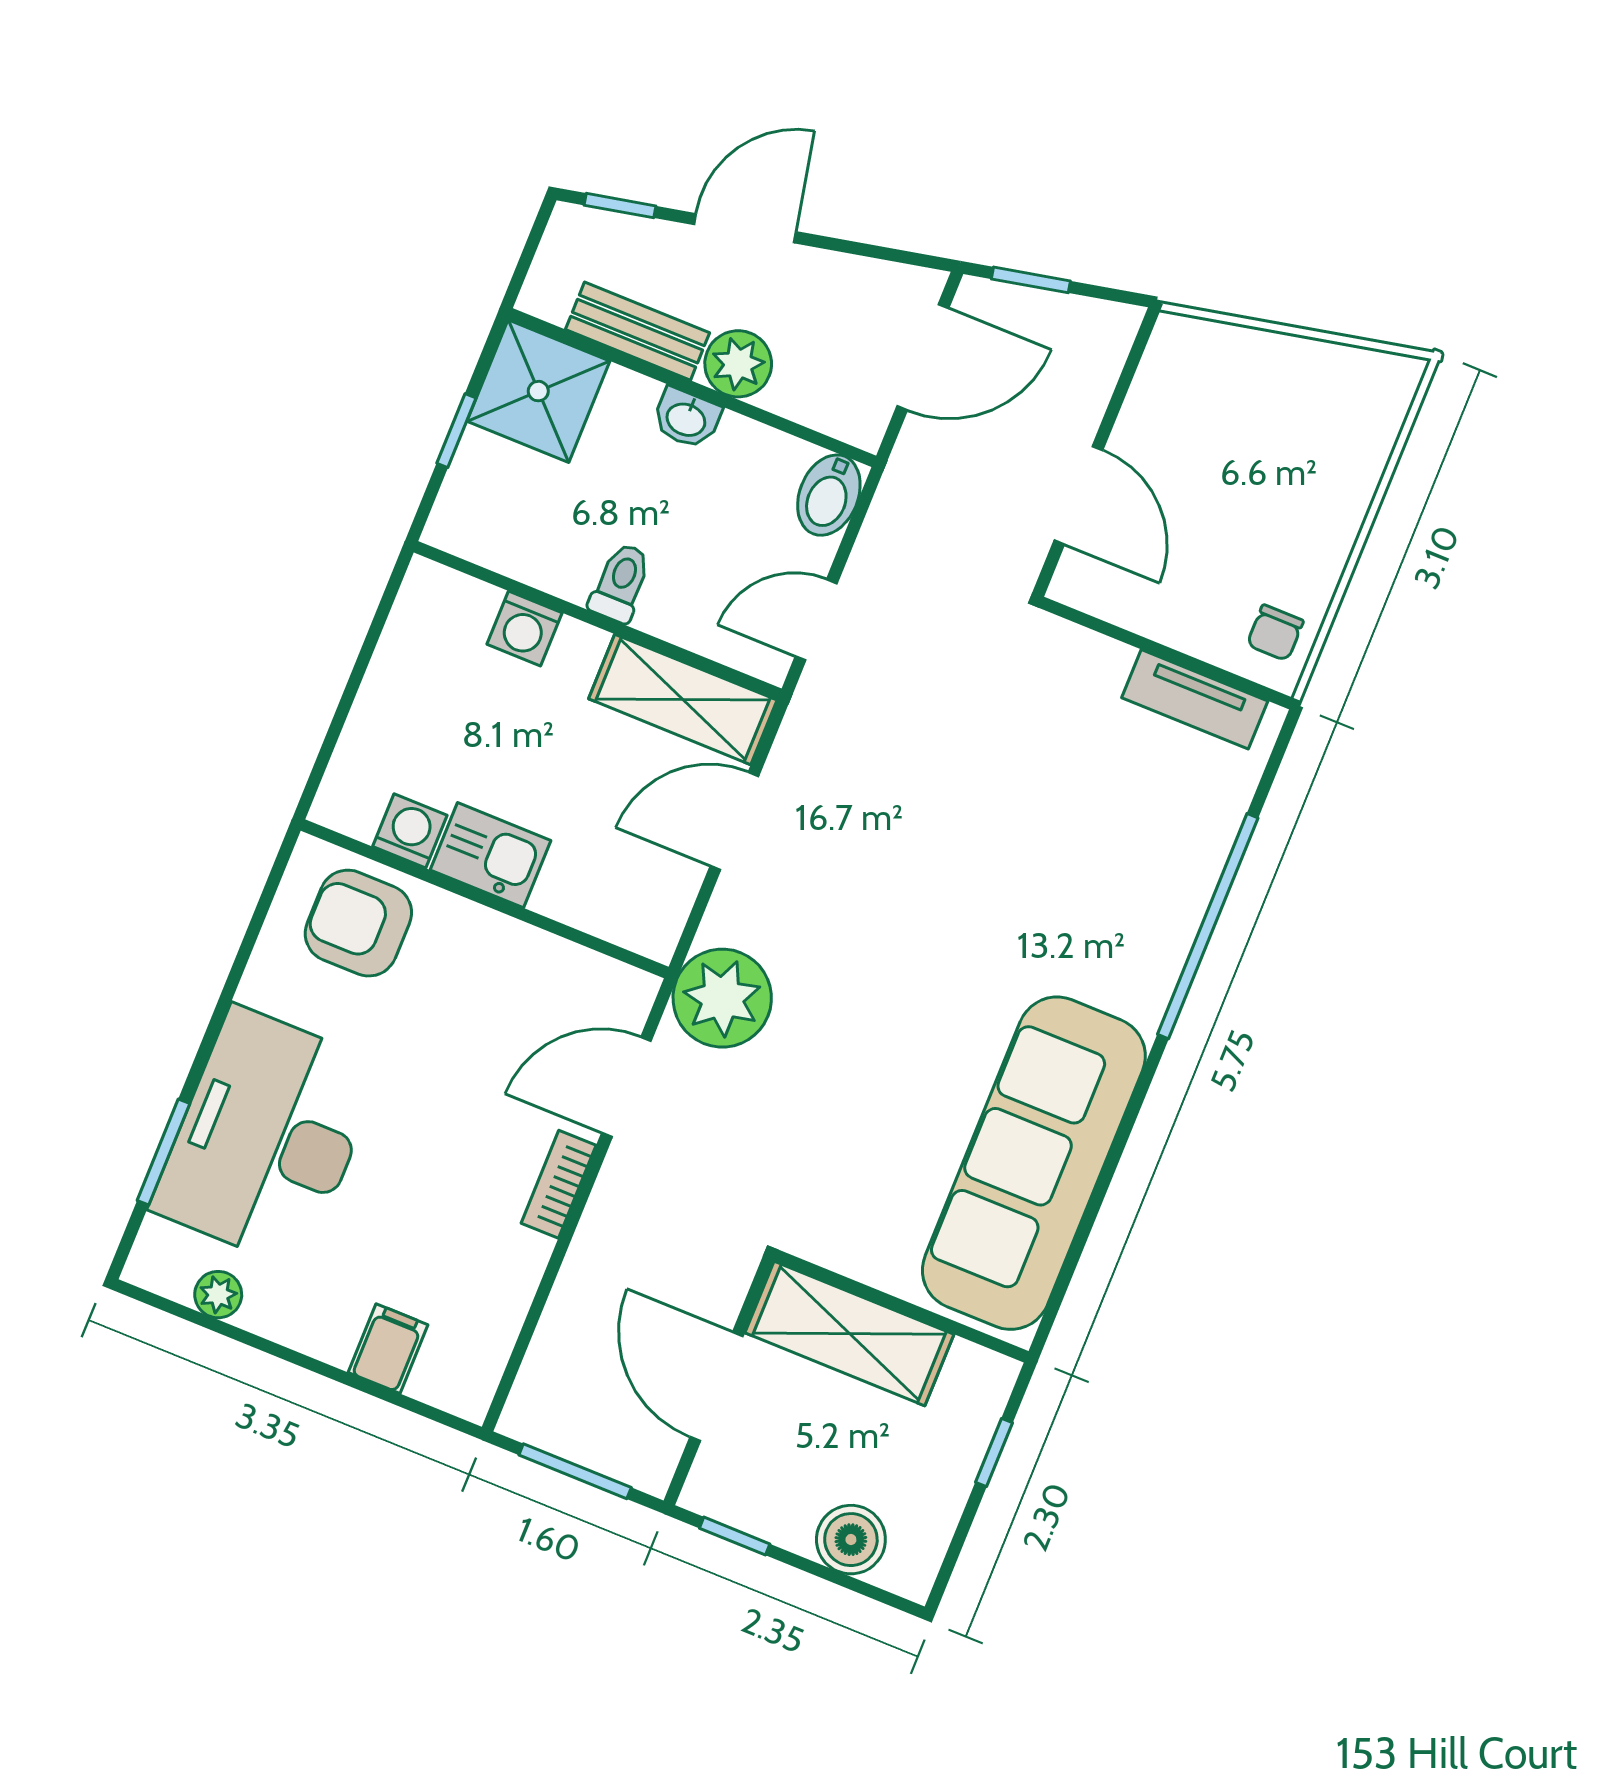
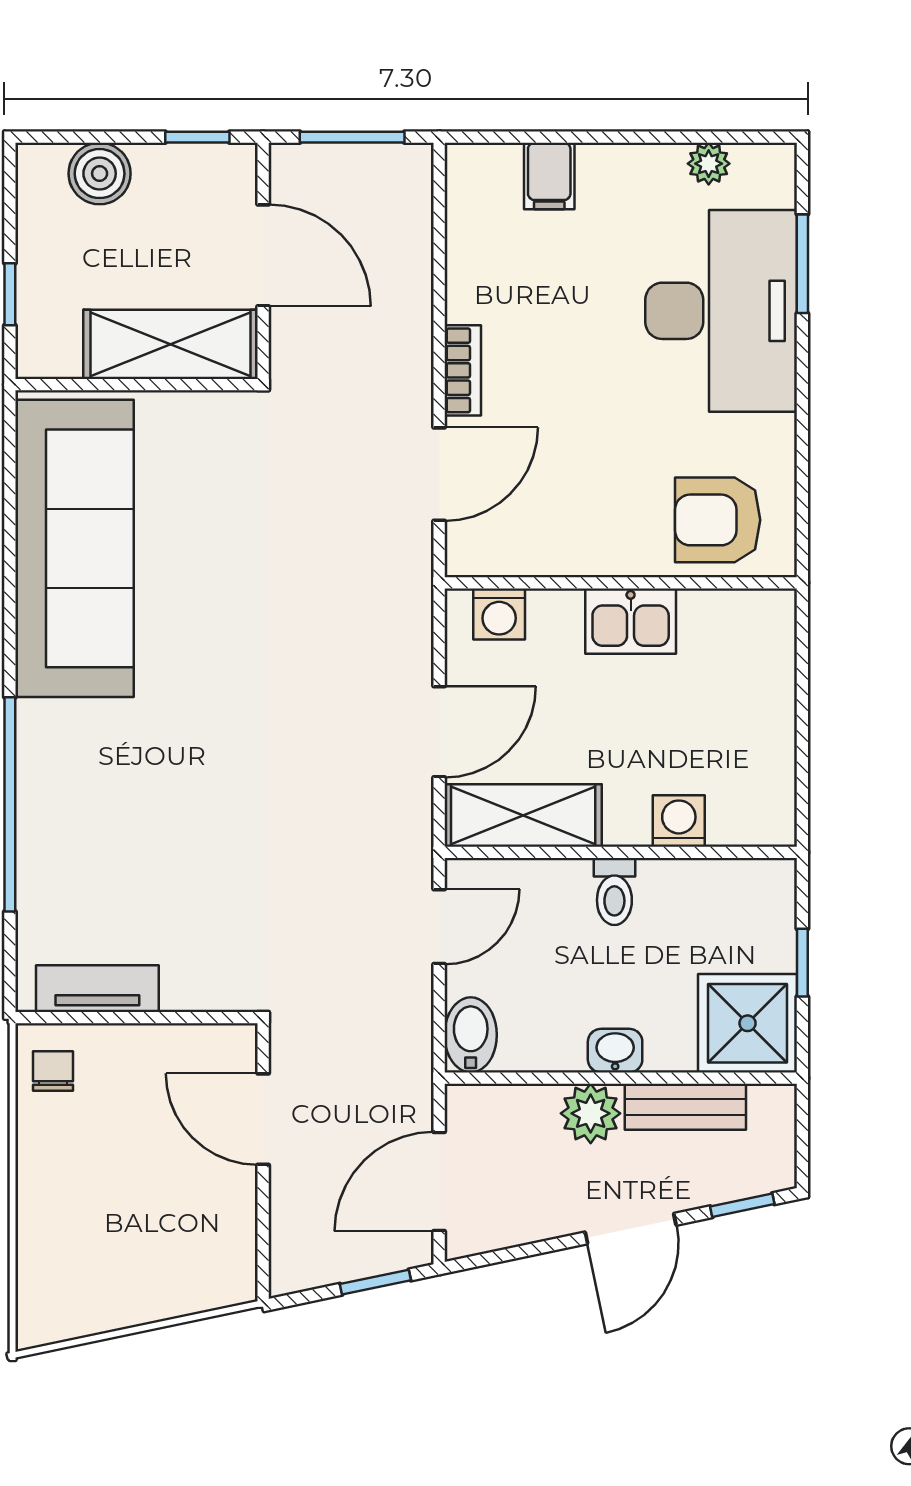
washing machine: (410, 831) -> (499, 614), moved
armchair: (358, 923) -> (718, 520), turned 180
plant: (722, 998) -> (390, 580), removed

